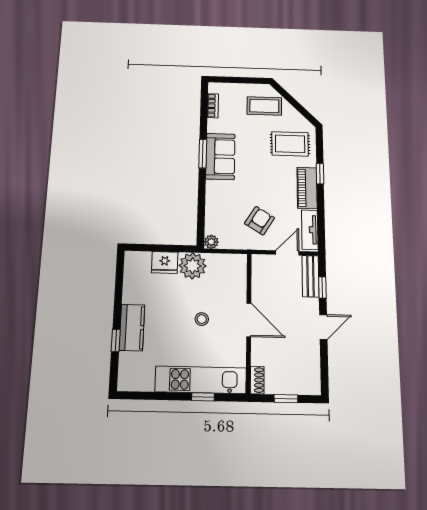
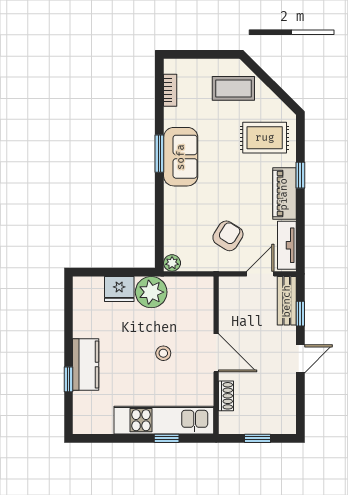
shoe rack: (257, 380) -> (226, 396), moved

